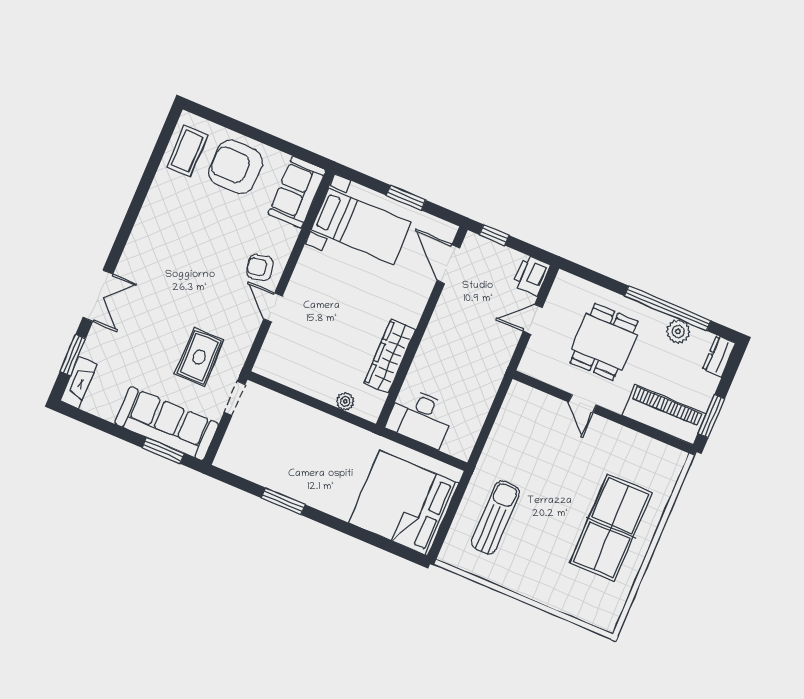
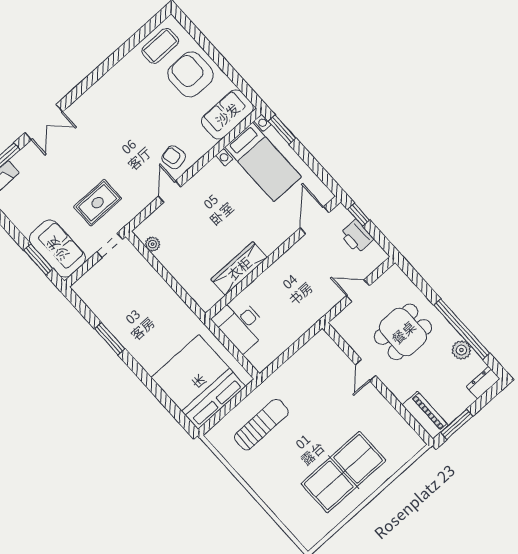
window: (406, 198) -> (282, 130), moved
printer: (531, 275) -> (357, 236), moved, turned -90
plant: (345, 401) -> (152, 244), moved
piano: (664, 415) -> (425, 415), width x0.73, depth x0.75
sofa: (167, 424) -> (57, 249), width x0.73

